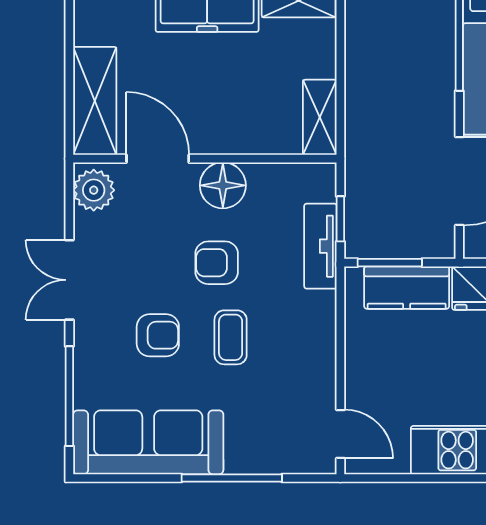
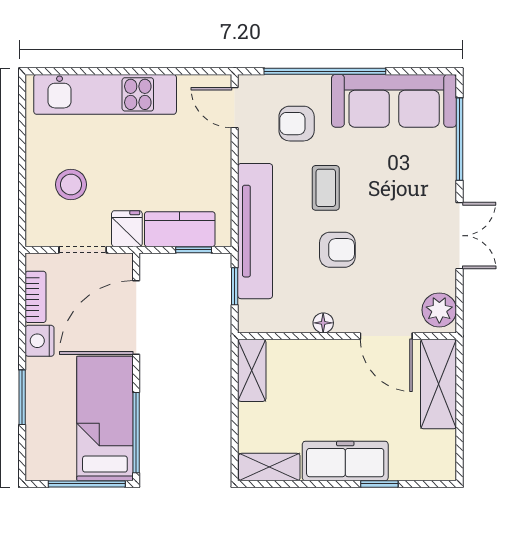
floor lamp: (223, 185) -> (323, 323), width x0.53, depth x0.53
tv unit: (320, 246) -> (255, 231), width x1.92, depth x1.29
window: (390, 263) -> (194, 250), width x0.67
armchair: (158, 335) -> (297, 124), moved
window: (232, 478) -> (325, 71), width x1.46

